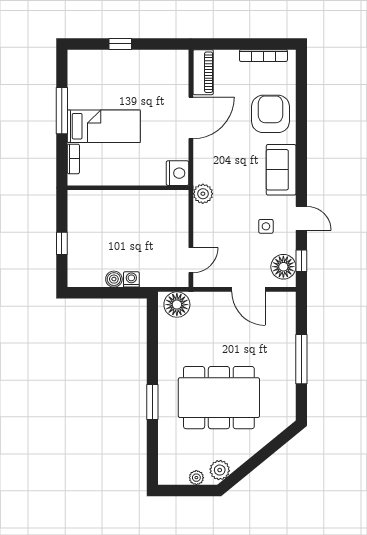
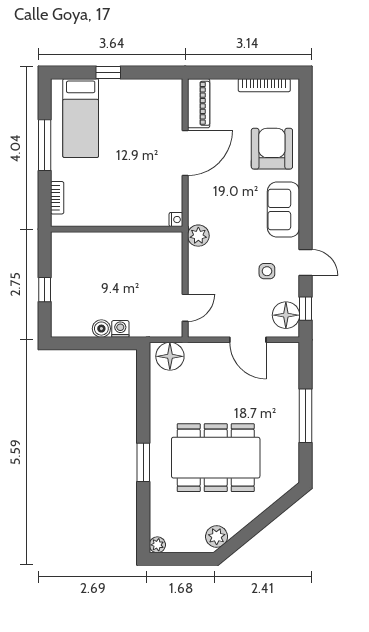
bed: (104, 126) -> (81, 118), moved, turned 90
nightstand: (177, 173) -> (176, 220), width x0.53, depth x0.56
plant: (196, 478) -> (157, 545), moved

